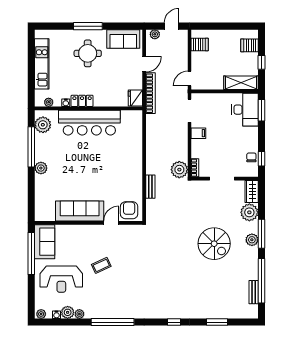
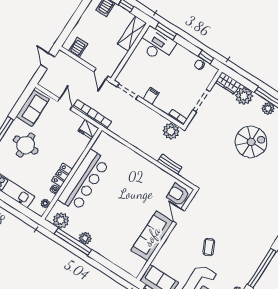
plant: (155, 34) -> (46, 79), removed
plant: (41, 168) -> (85, 238), moved

